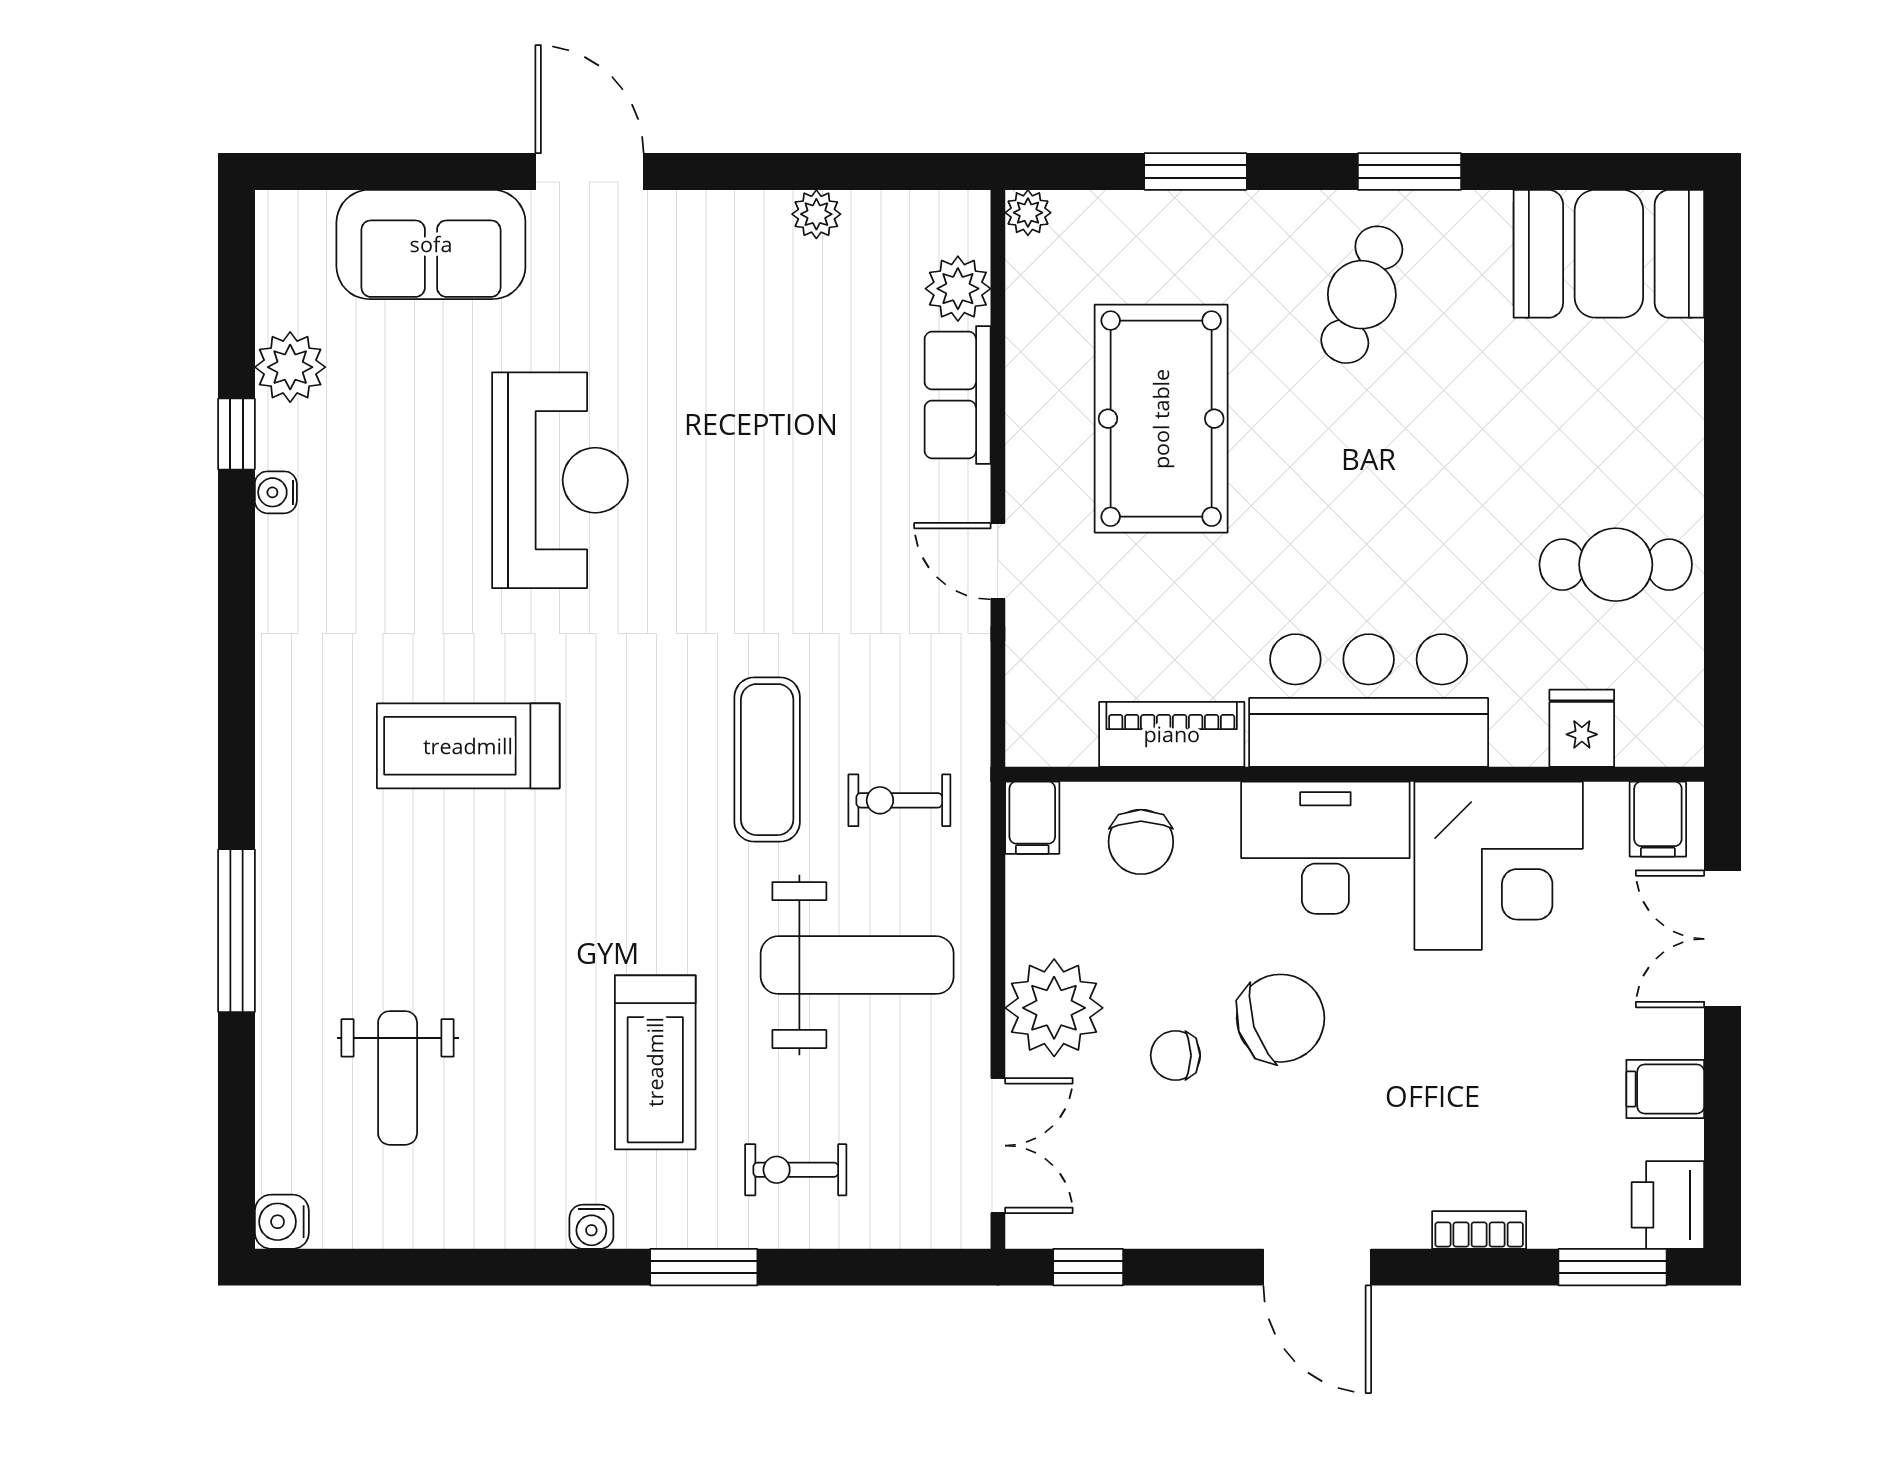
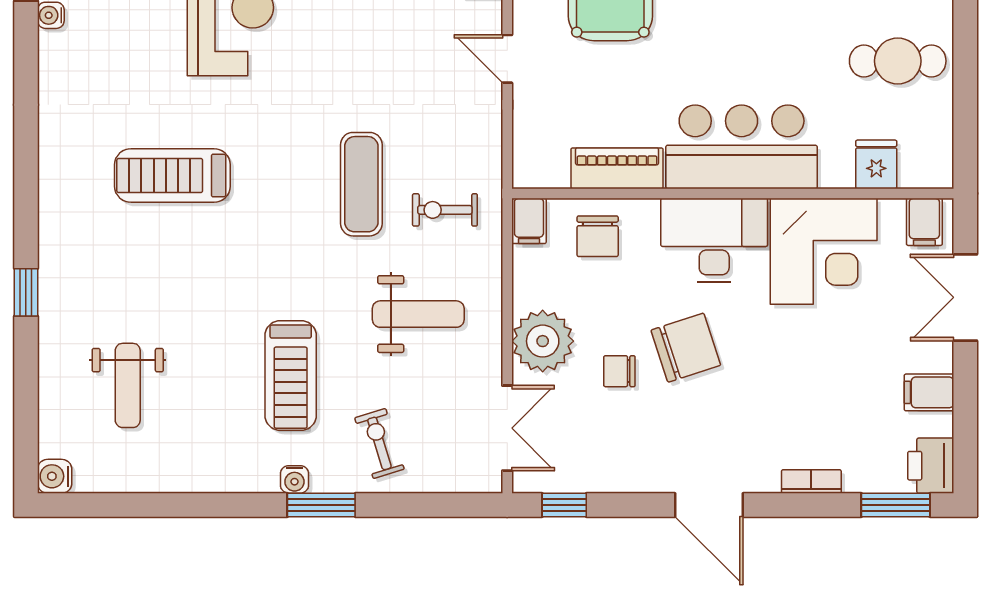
window: (237, 931) -> (26, 292), width x0.46
weight bench: (857, 965) -> (418, 314), width x0.73, depth x0.75
exercise bike: (796, 1170) -> (379, 443), turned 73
water cooler: (591, 1227) -> (294, 479), moved

